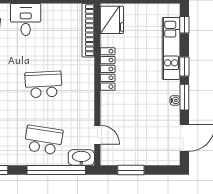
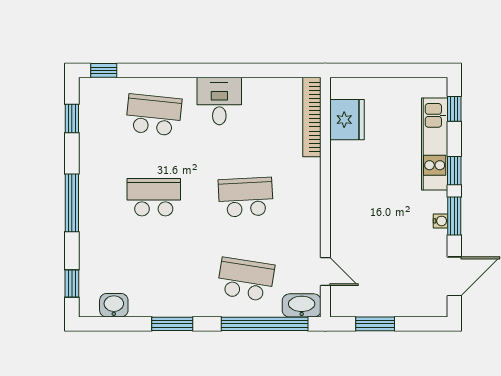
fridge: (112, 20) -> (347, 120), moved
locker: (108, 69) -> (341, 174), removed

